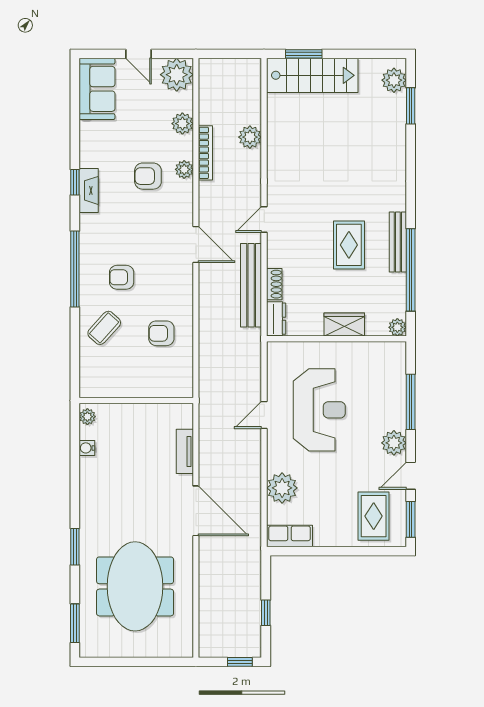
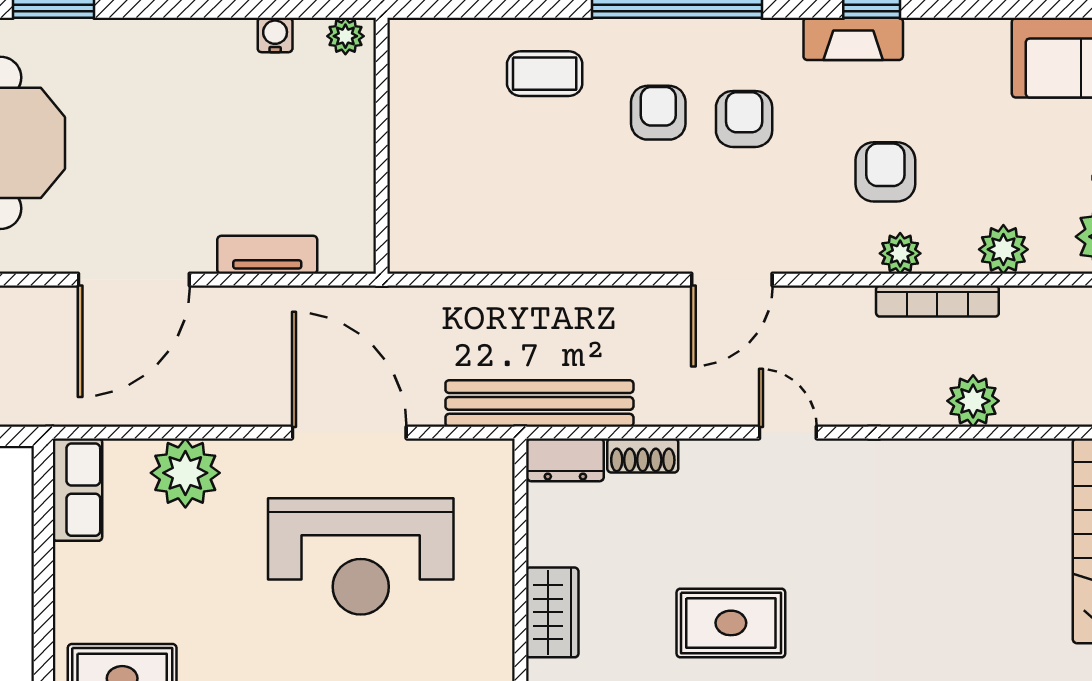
bench: (251, 285) -> (539, 403), moved
coffee table: (104, 328) -> (545, 74), turned -42
armchair: (161, 333) -> (744, 119), moved
door: (264, 415) -> (349, 433), width x1.87

